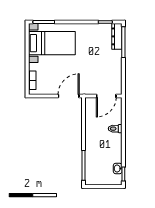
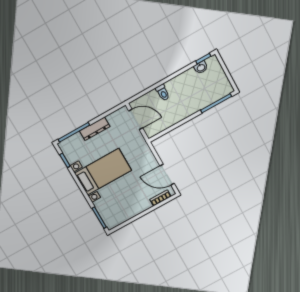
dresser: (117, 36) -> (95, 129), moved
bed with nightstands: (52, 43) -> (103, 172), moved, turned 90
door: (69, 96) -> (167, 175), moved

